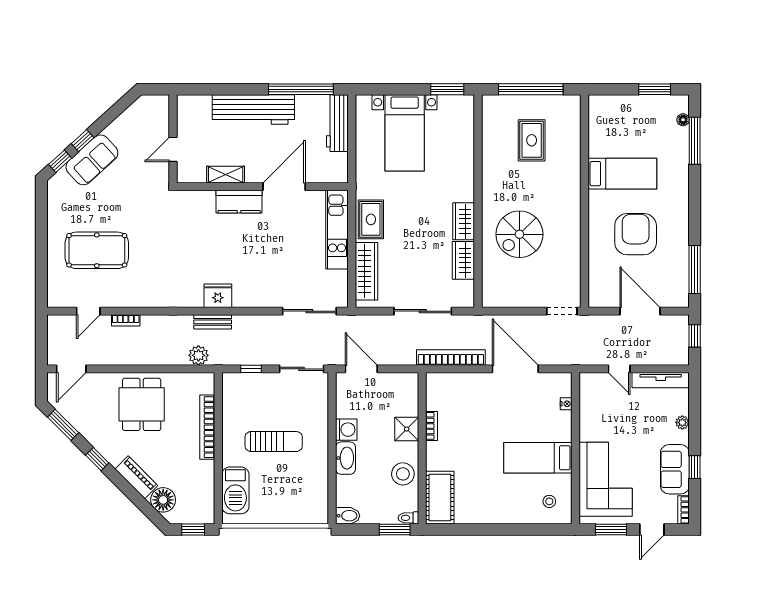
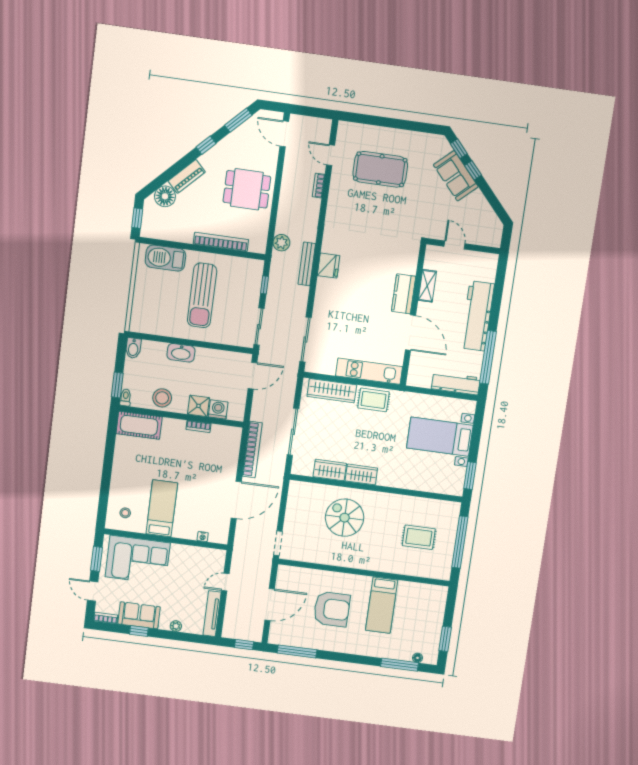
pool table: (97, 250) -> (380, 169), turned 90
bench: (213, 322) -> (307, 264), width x1.36
washing machine: (346, 430) -> (218, 409), moved, turned 180
sun lounger: (274, 442) -> (202, 295), width x1.36, depth x1.34

